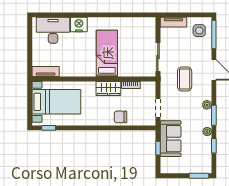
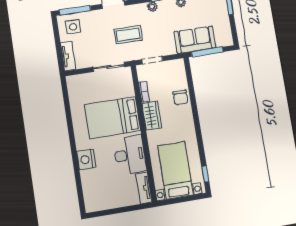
desk: (53, 30) -> (130, 155), moved, turned 180
bed: (107, 53) -> (113, 118), width x1.50
doorway: (158, 108) -> (152, 60), moved
window: (158, 148) -> (207, 52), width x2.17

